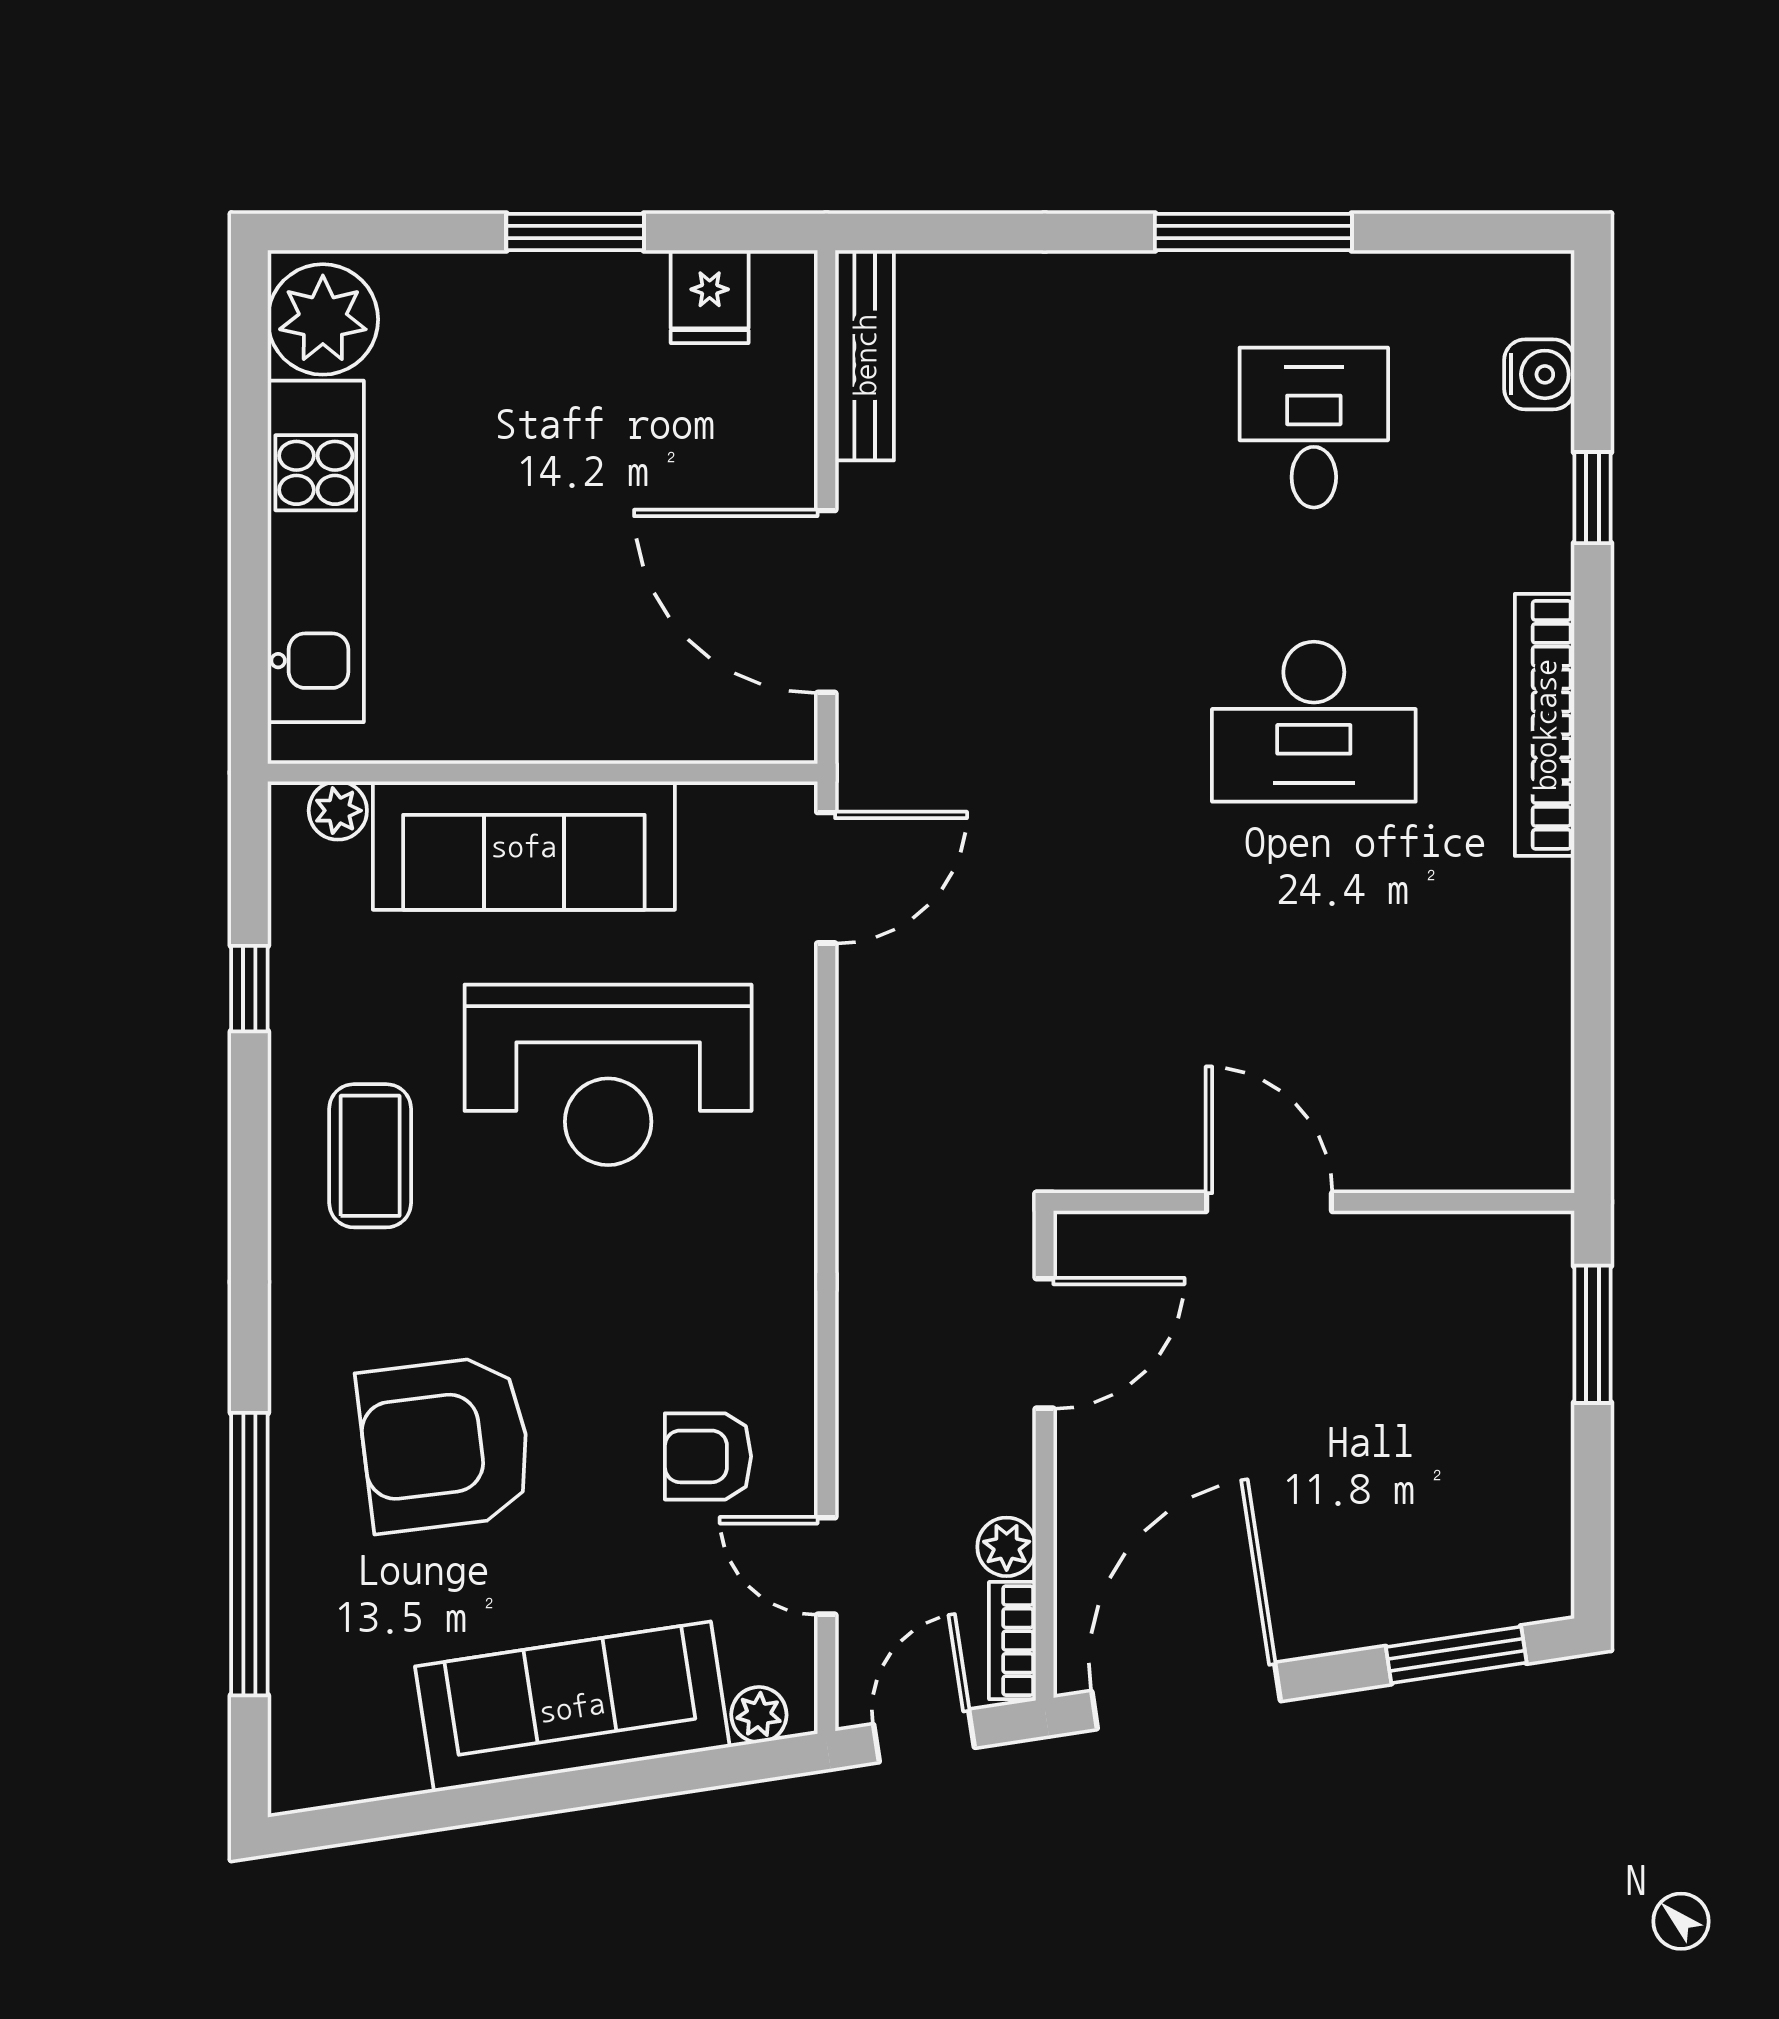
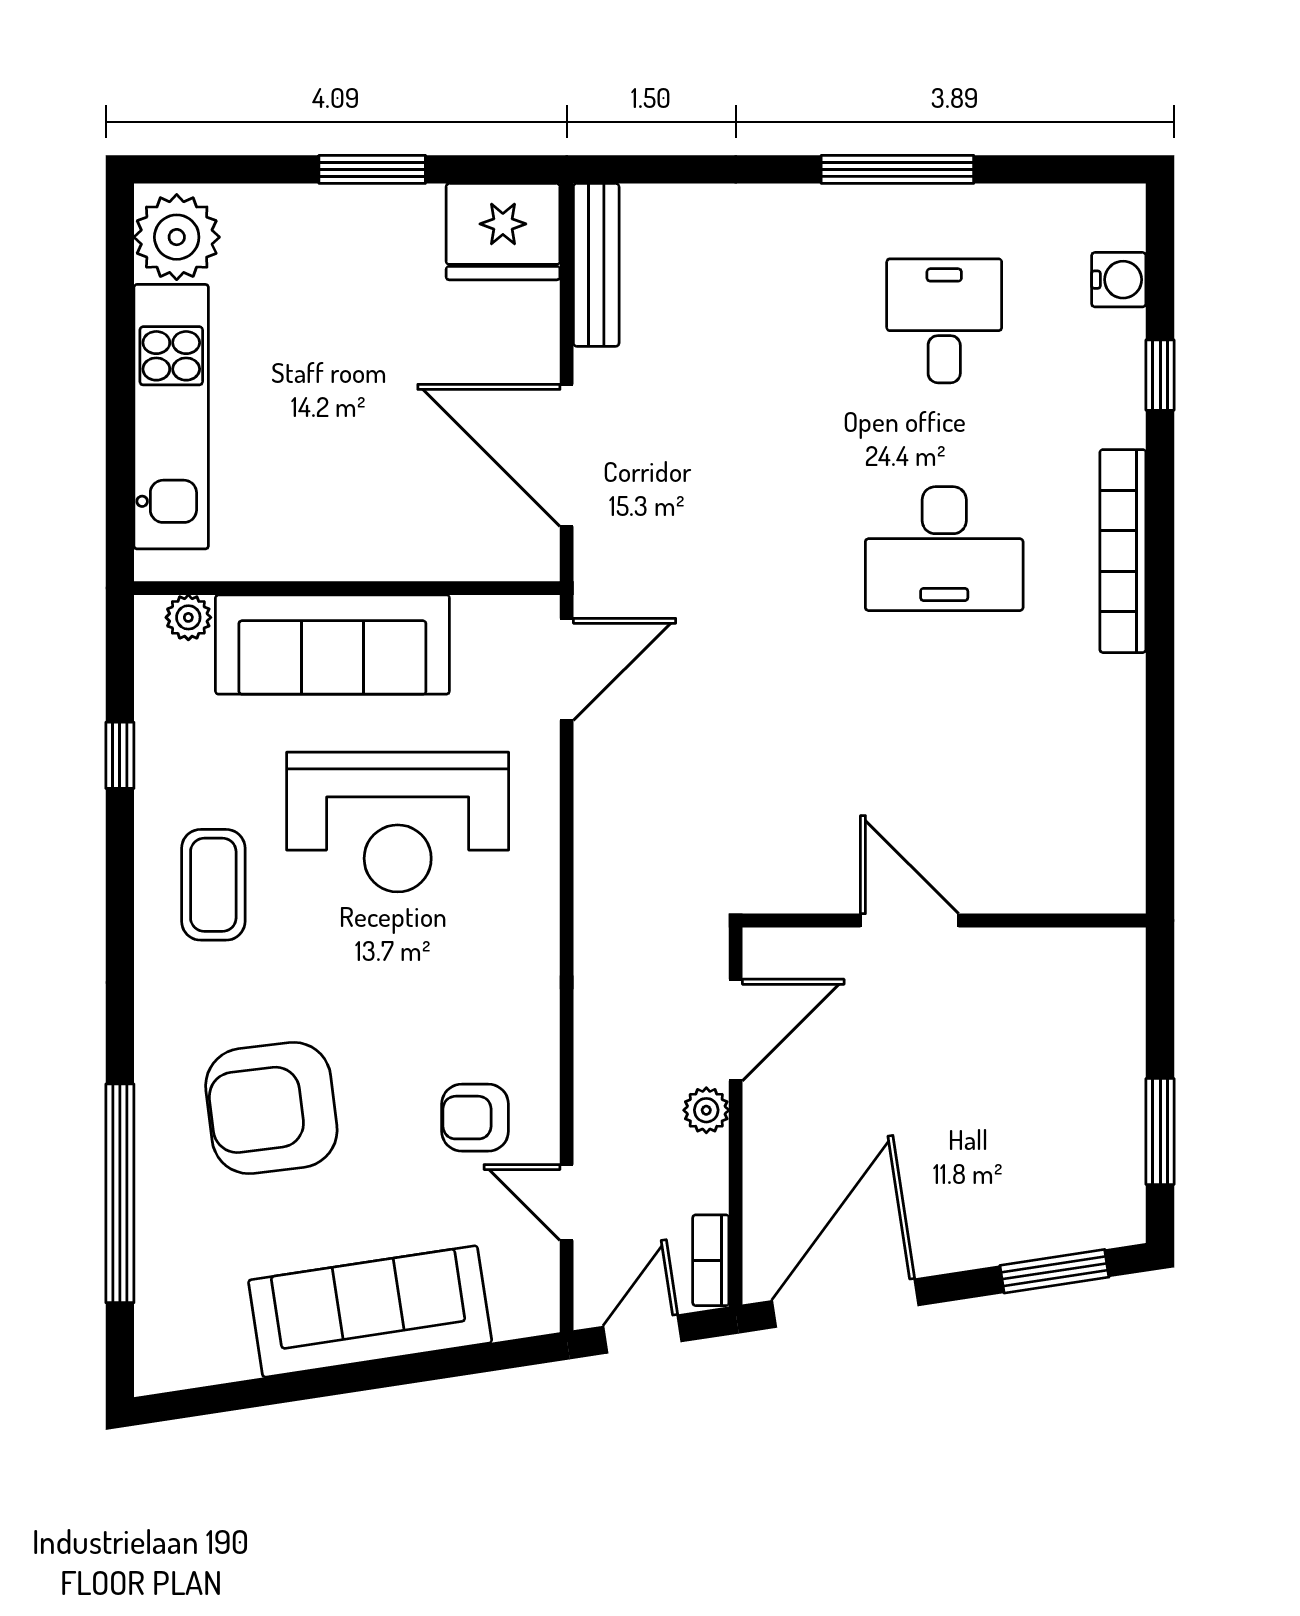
fridge: (710, 297) -> (503, 232), width x1.88, depth x1.34
window: (1592, 1334) -> (1160, 1131), moved
plant: (1007, 1547) -> (706, 1110), moved
plant: (759, 1715) -> (514, 1318), removed

